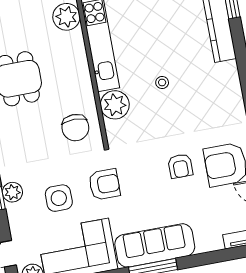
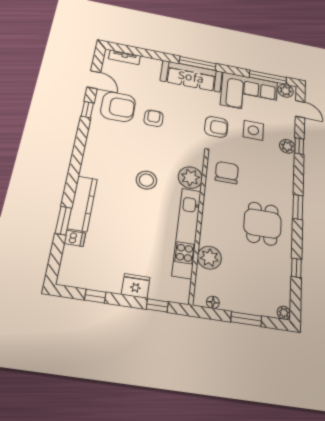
stool: (162, 83) -> (146, 180), width x1.89, depth x1.89
armchair: (104, 184) -> (216, 127), turned 180

